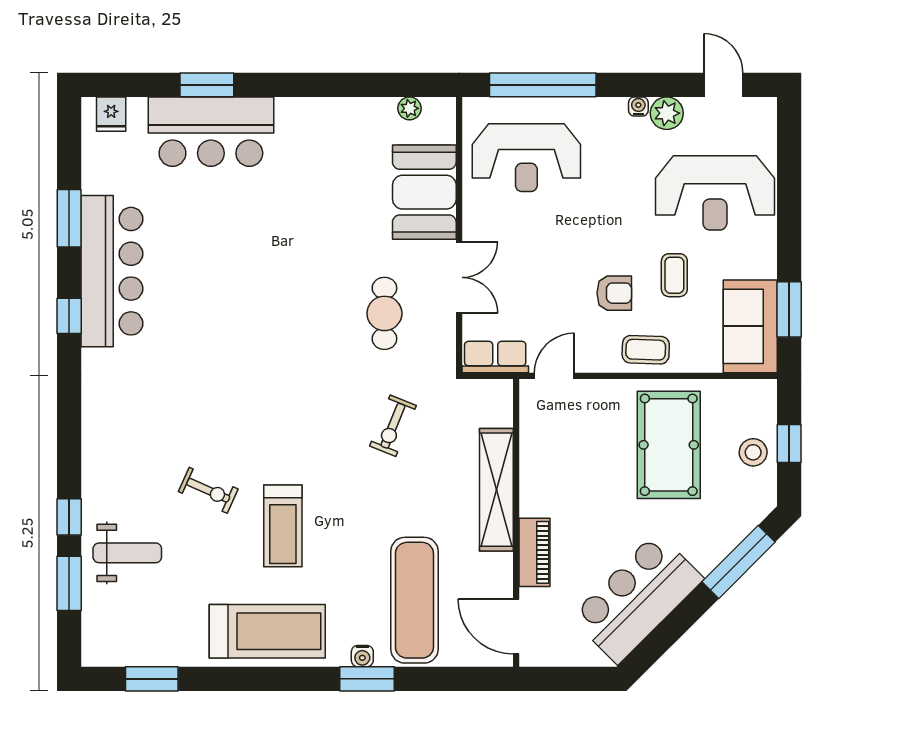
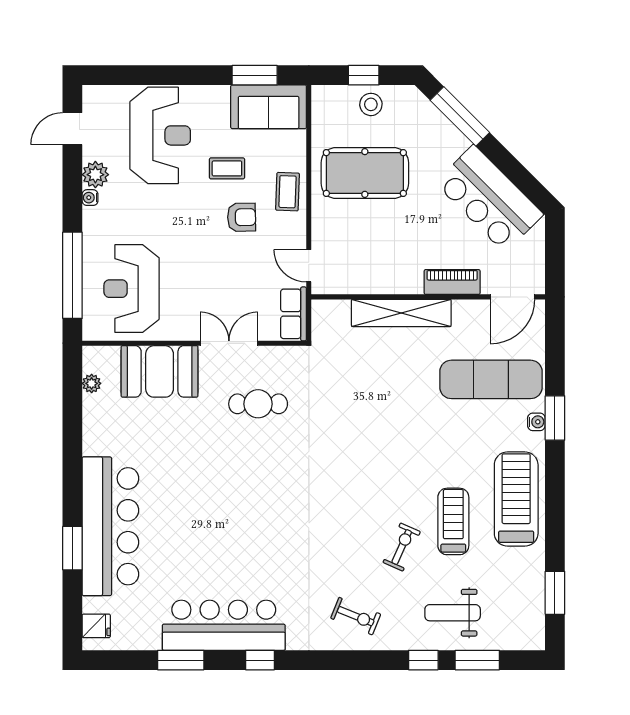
bar counter: (211, 132) -> (110, 526), width x1.36
reception desk: (526, 158) -> (132, 289), turned 180
armchair: (614, 293) -> (242, 217), turned 89
exercise bike: (393, 426) -> (356, 616), moved
treadmill: (283, 526) -> (453, 521), moved, turned -90
weight bench: (127, 553) -> (453, 613), turned -90

